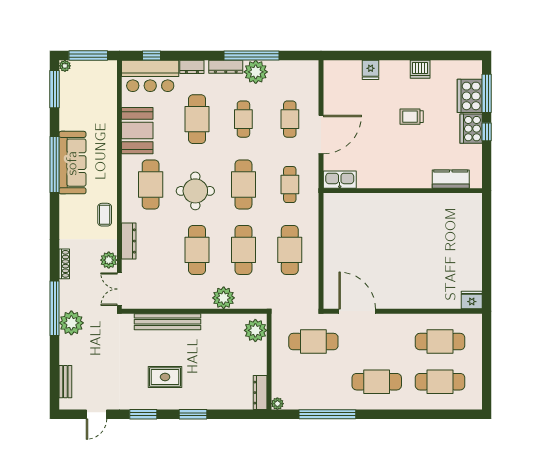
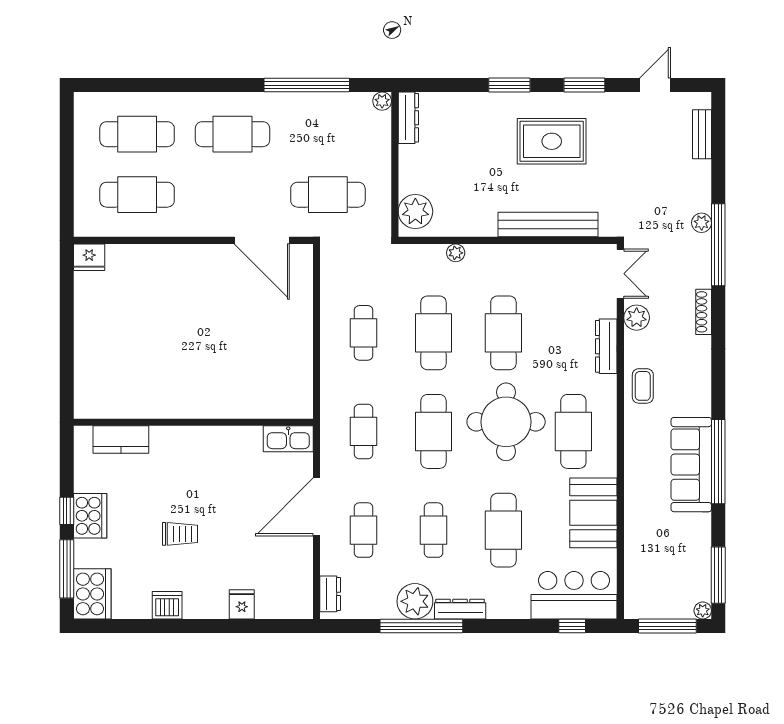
dresser: (192, 67) -> (330, 594), moved, turned 90
cooker: (470, 96) -> (92, 594), moved
round table: (195, 191) -> (506, 422), width x1.36, depth x1.36
cafe table: (290, 250) -> (364, 333), width x0.73, depth x0.74
plant: (224, 298) -> (456, 253), width x0.53, depth x0.53
plant: (71, 323) -> (702, 223), width x0.53, depth x0.53
rug: (165, 377) -> (552, 141), width x1.36, depth x1.43

